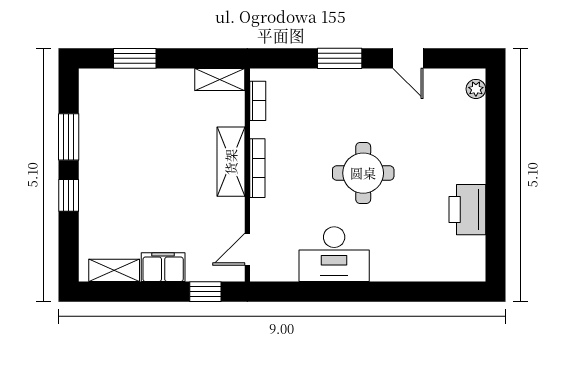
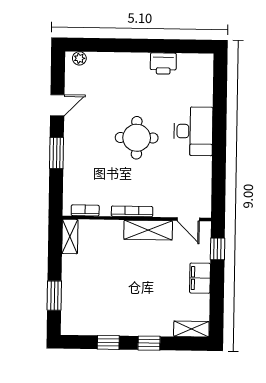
window: (69, 137) -> (108, 342), width x0.67
shelving: (231, 162) -> (148, 230), moved
printer: (467, 210) -> (163, 64), width x0.73, depth x0.84
desk: (334, 254) -> (193, 131), moved
shelving: (114, 270) -> (191, 329), moved, turned 90

